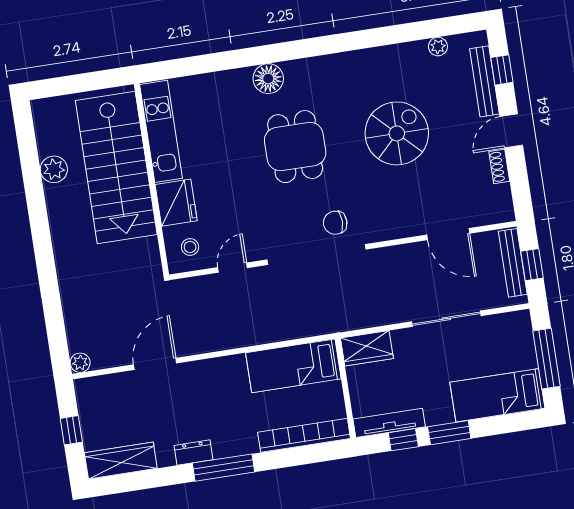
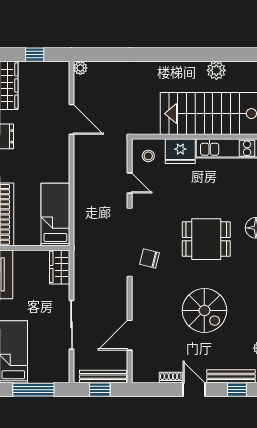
chair: (335, 223) -> (150, 258), turned -76

